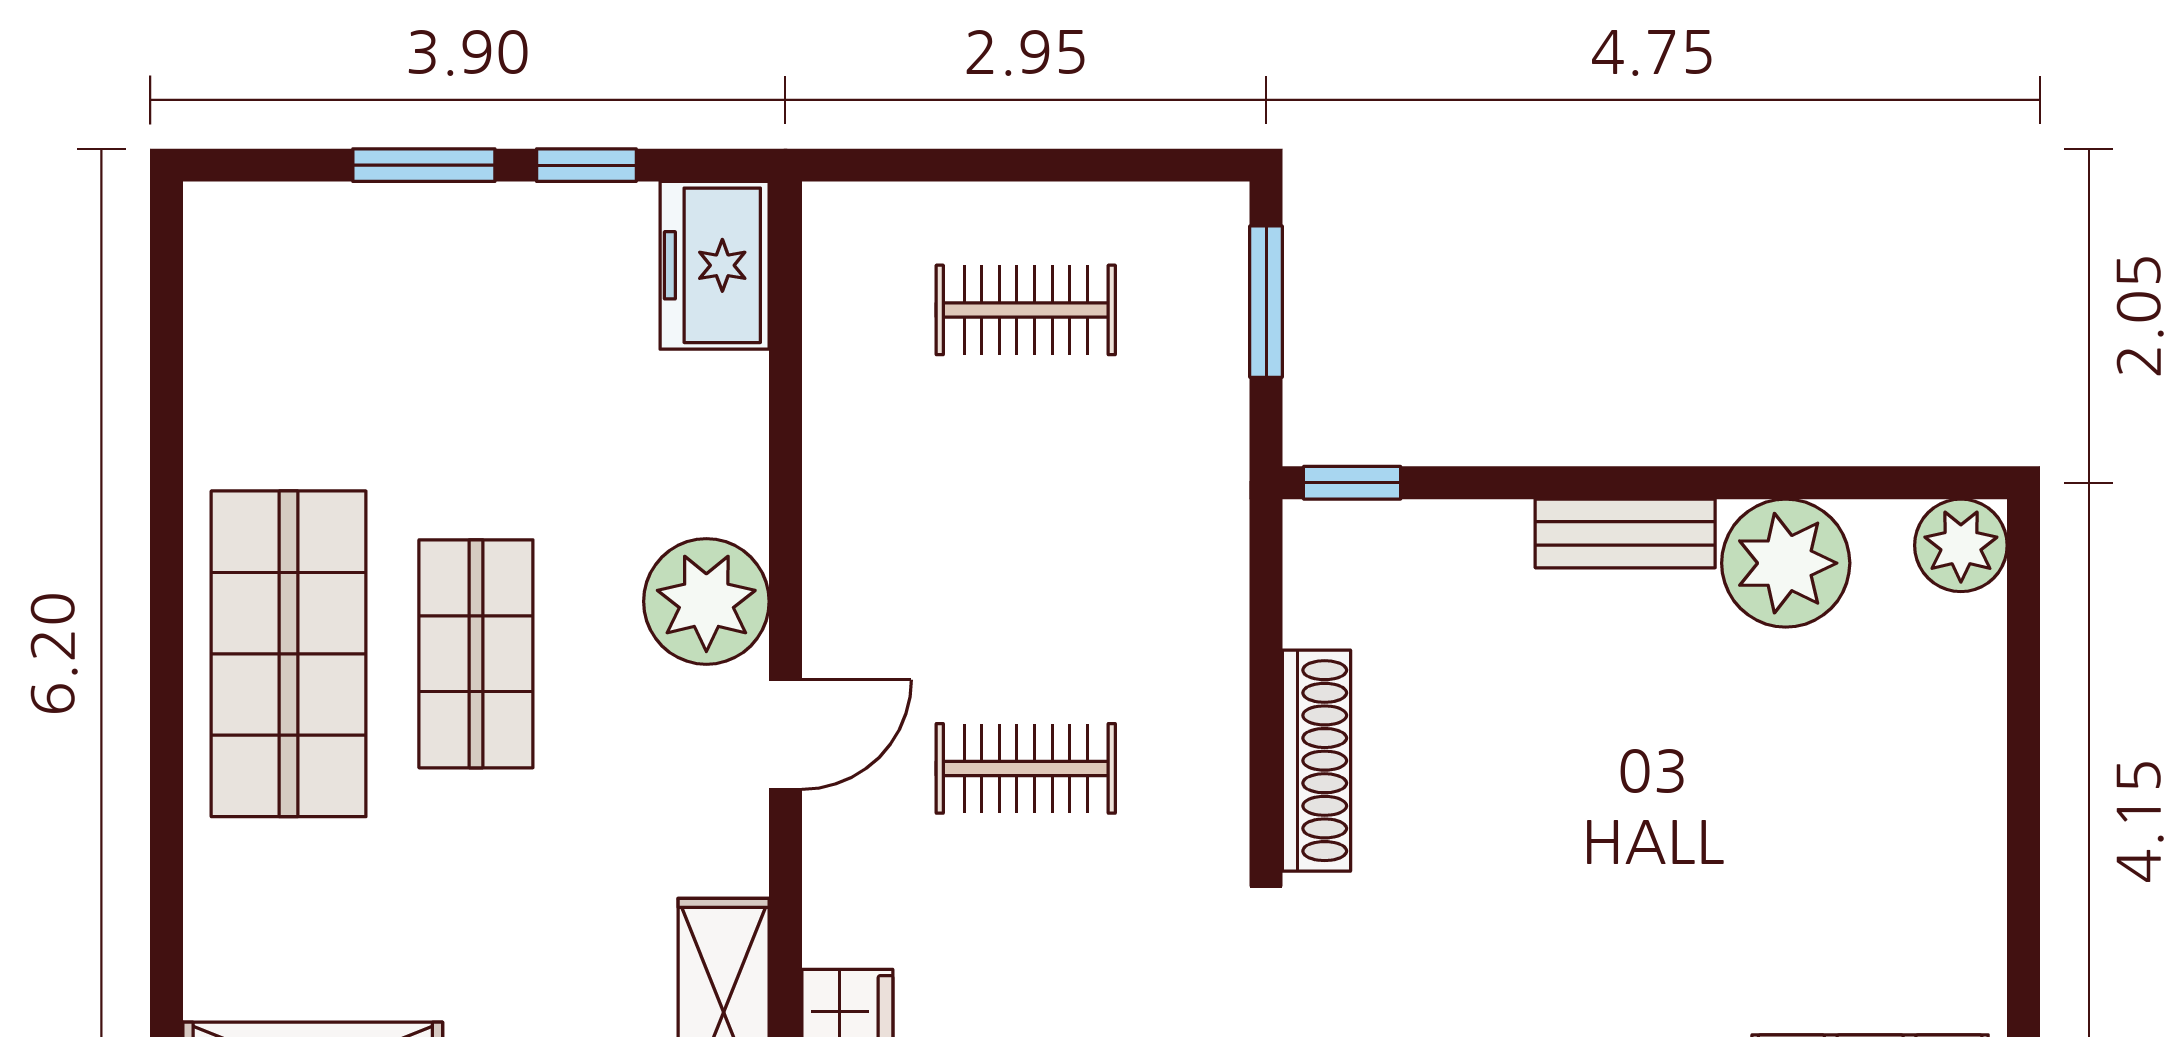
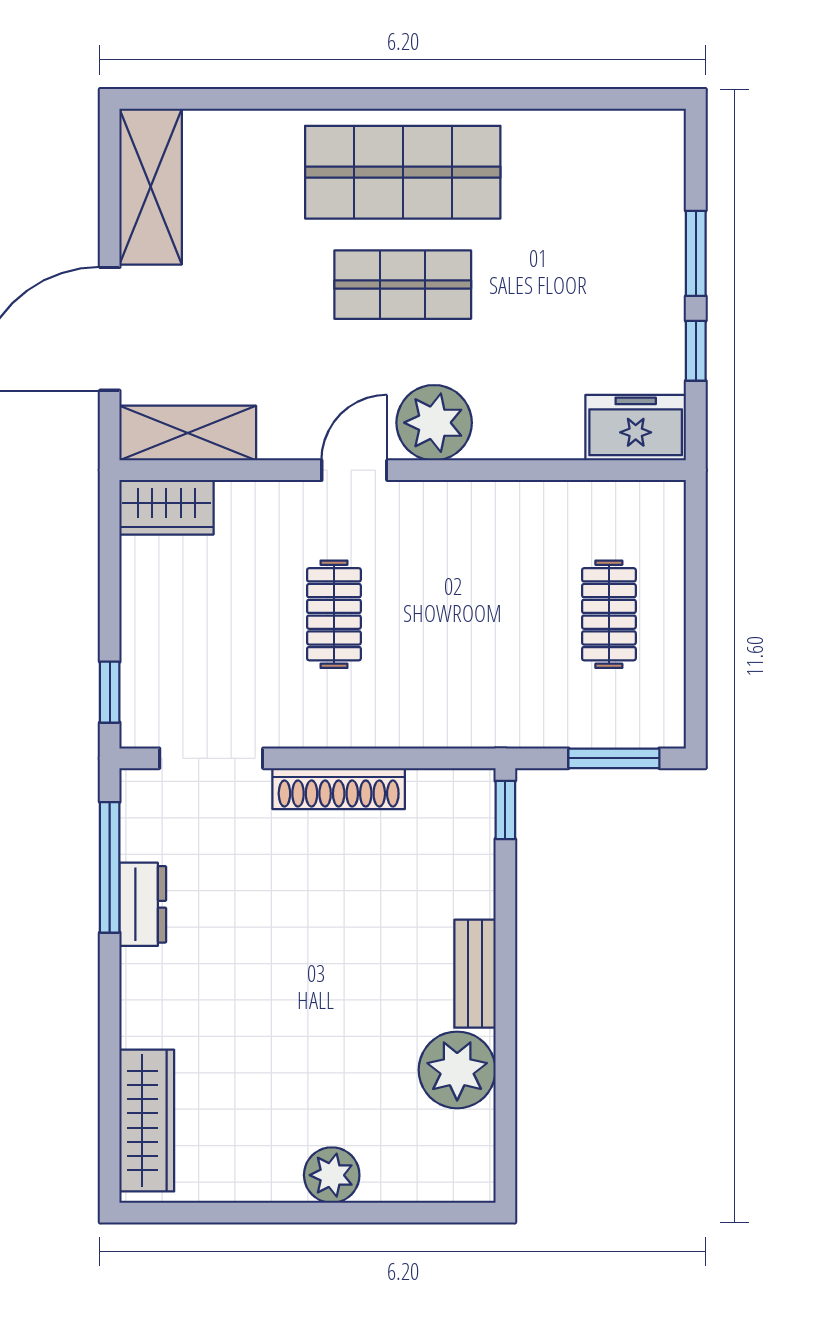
plant: (1961, 545) -> (332, 1175), moved
door: (785, 735) -> (354, 470), swing flipped

